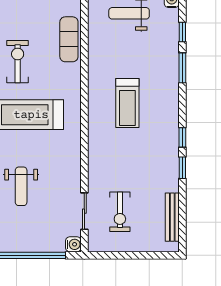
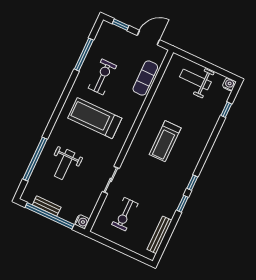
window: (182, 68) -> (215, 135), removed
sliding door: (84, 211) -> (111, 180), moved
bench: (23, 245) -> (47, 206), added

